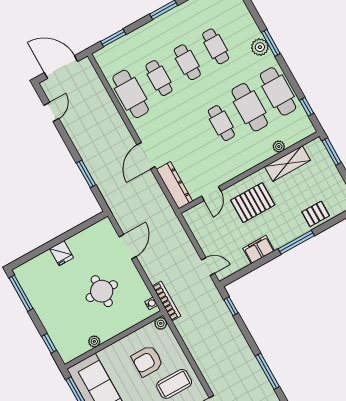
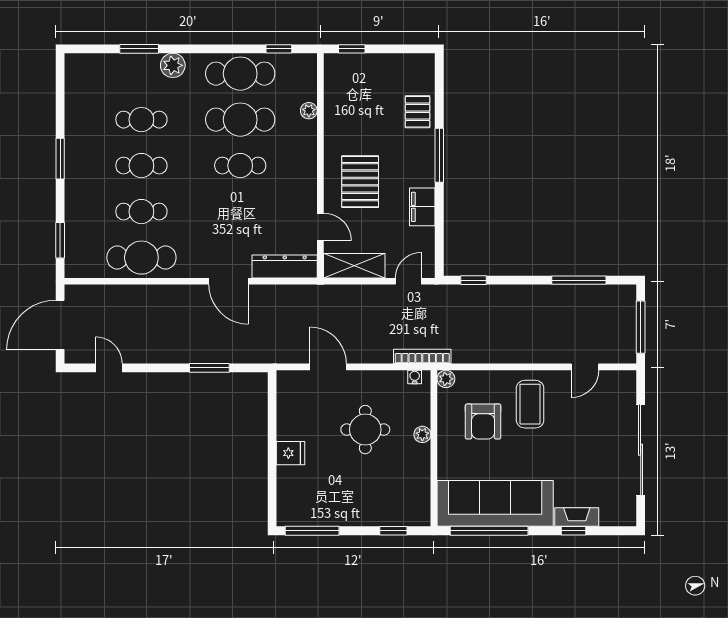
window: (271, 43) -> (139, 49), moved
window: (332, 152) -> (352, 49), width x0.67
shelving: (288, 163) -> (354, 266), moved, turned 90
plant: (94, 341) -> (422, 434), moved

